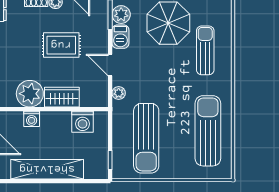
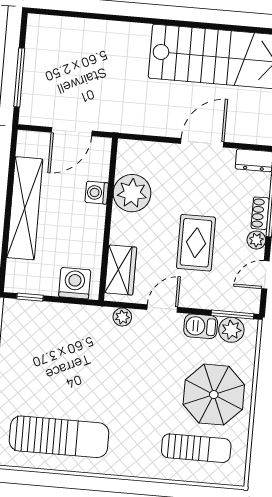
sun lounger: (205, 50) -> (196, 448), moved
wardrobe: (62, 97) -> (121, 270), moved
washing machine: (83, 122) -> (75, 283), moved, turned 90
sun lounger: (146, 138) -> (56, 350), removed

